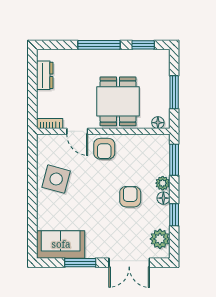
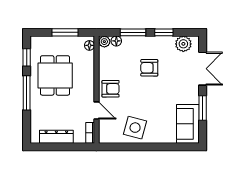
dresser: (45, 75) -> (56, 137), width x1.44
dining table: (118, 101) -> (55, 75), moved, turned 90
door: (77, 131) -> (96, 111), hinge flipped
window: (174, 160) -> (133, 32), moved
plant: (163, 183) -> (104, 42), moved
floor lamp: (163, 198) -> (116, 41), moved

